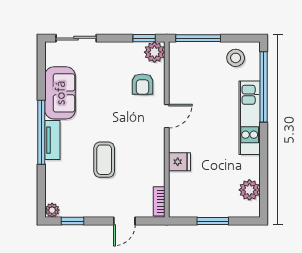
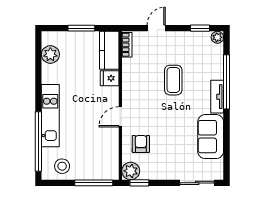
window: (41, 132) -> (227, 82), moved
kitchen counter: (180, 195) -> (109, 50), added

